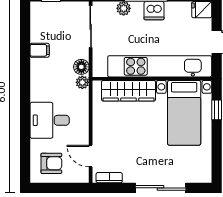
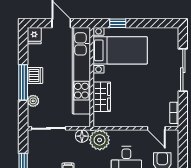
plant: (82, 82) -> (100, 140), width x1.88, depth x1.88
wardrobe: (128, 91) -> (102, 97), width x0.67
door: (91, 156) -> (156, 128), hinge flipped

